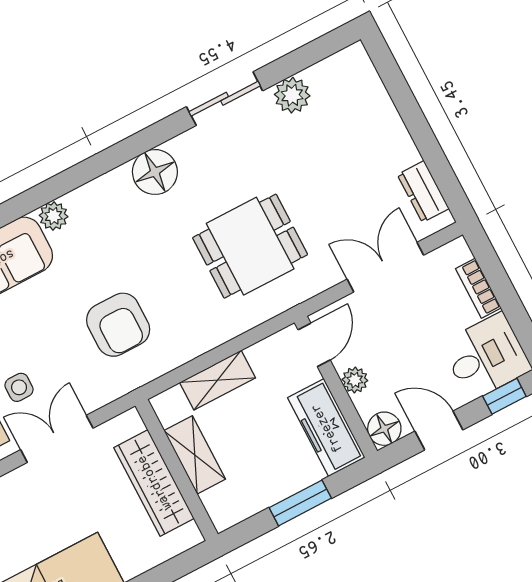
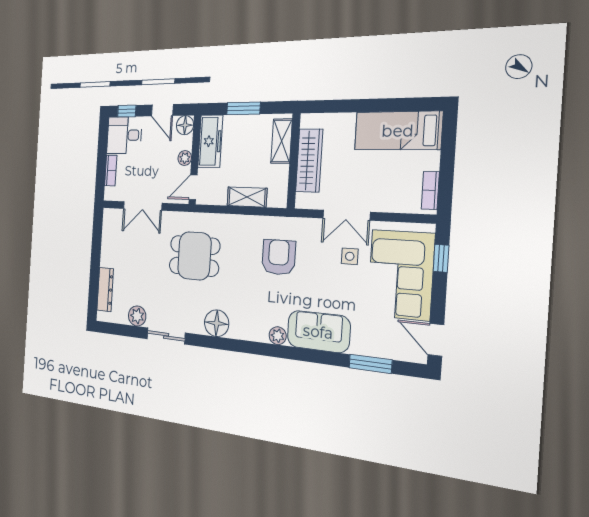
dresser: (423, 192) -> (105, 290), moved, width x1.44
shelving: (195, 455) -> (282, 141), moved

